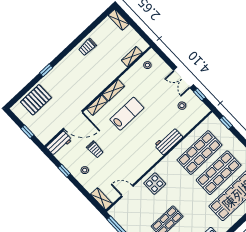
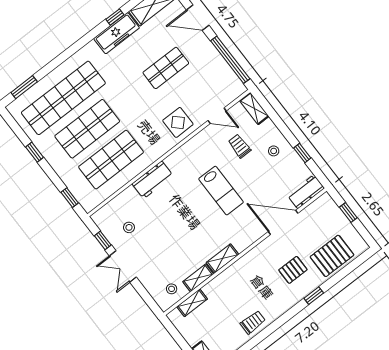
double door: (183, 77) -> (123, 266), swing flipped
pallet: (63, 87) -> (293, 270), added
shelving: (97, 105) -> (198, 278), moved
lab bench: (127, 114) -> (221, 191), moved, turned -90
trolley: (95, 149) -> (240, 146), moved

